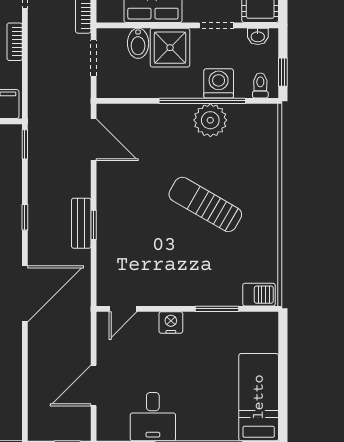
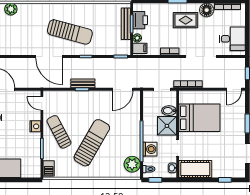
plant: (210, 120) -> (132, 164), moved
sun lounger: (205, 204) -> (92, 143), width x1.36, depth x1.34
sun lounger: (183, 273) -> (59, 132), added

